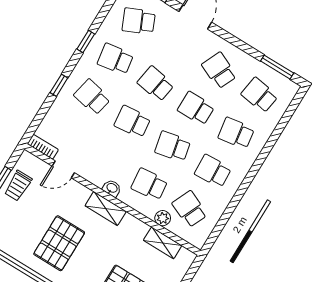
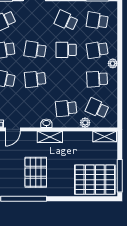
school desk: (173, 146) -> (66, 79), removed
plant: (246, 163) -> (113, 63), added
shelving: (163, 243) -> (105, 137), moved

